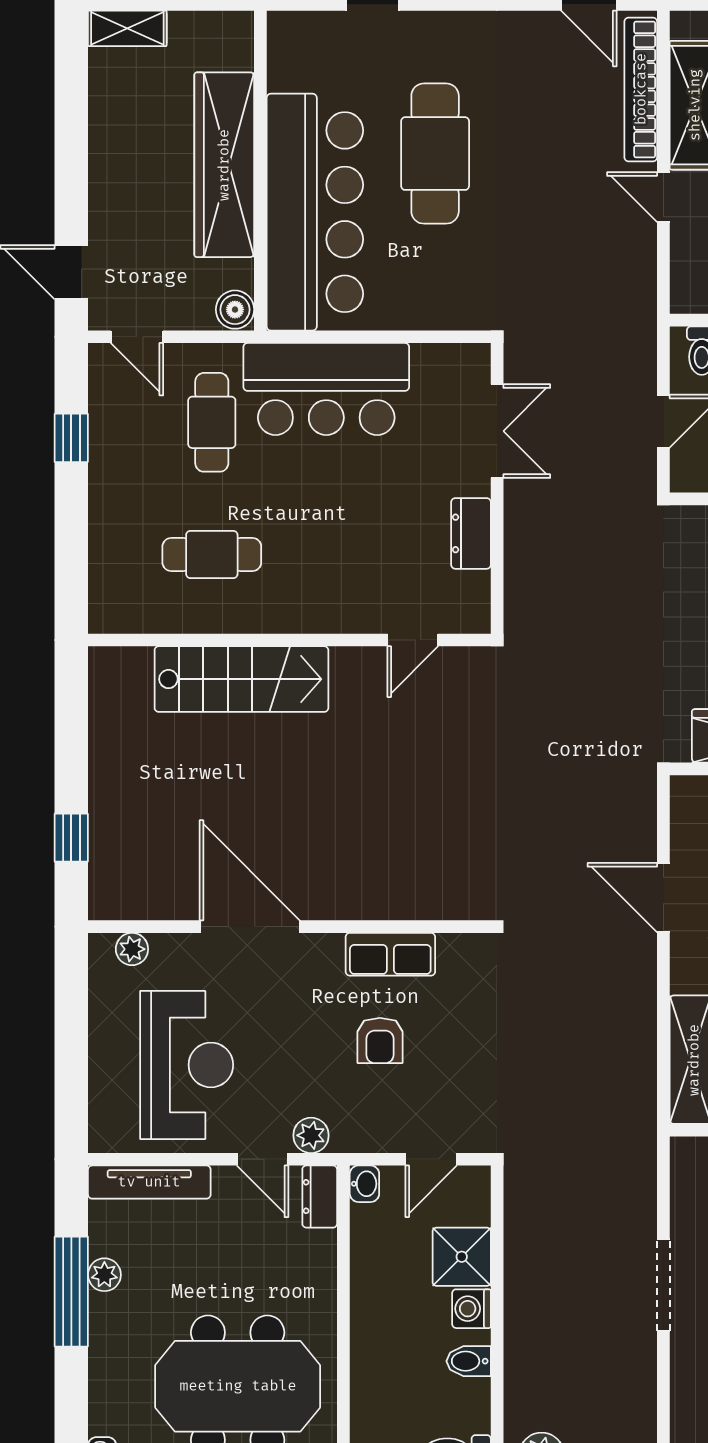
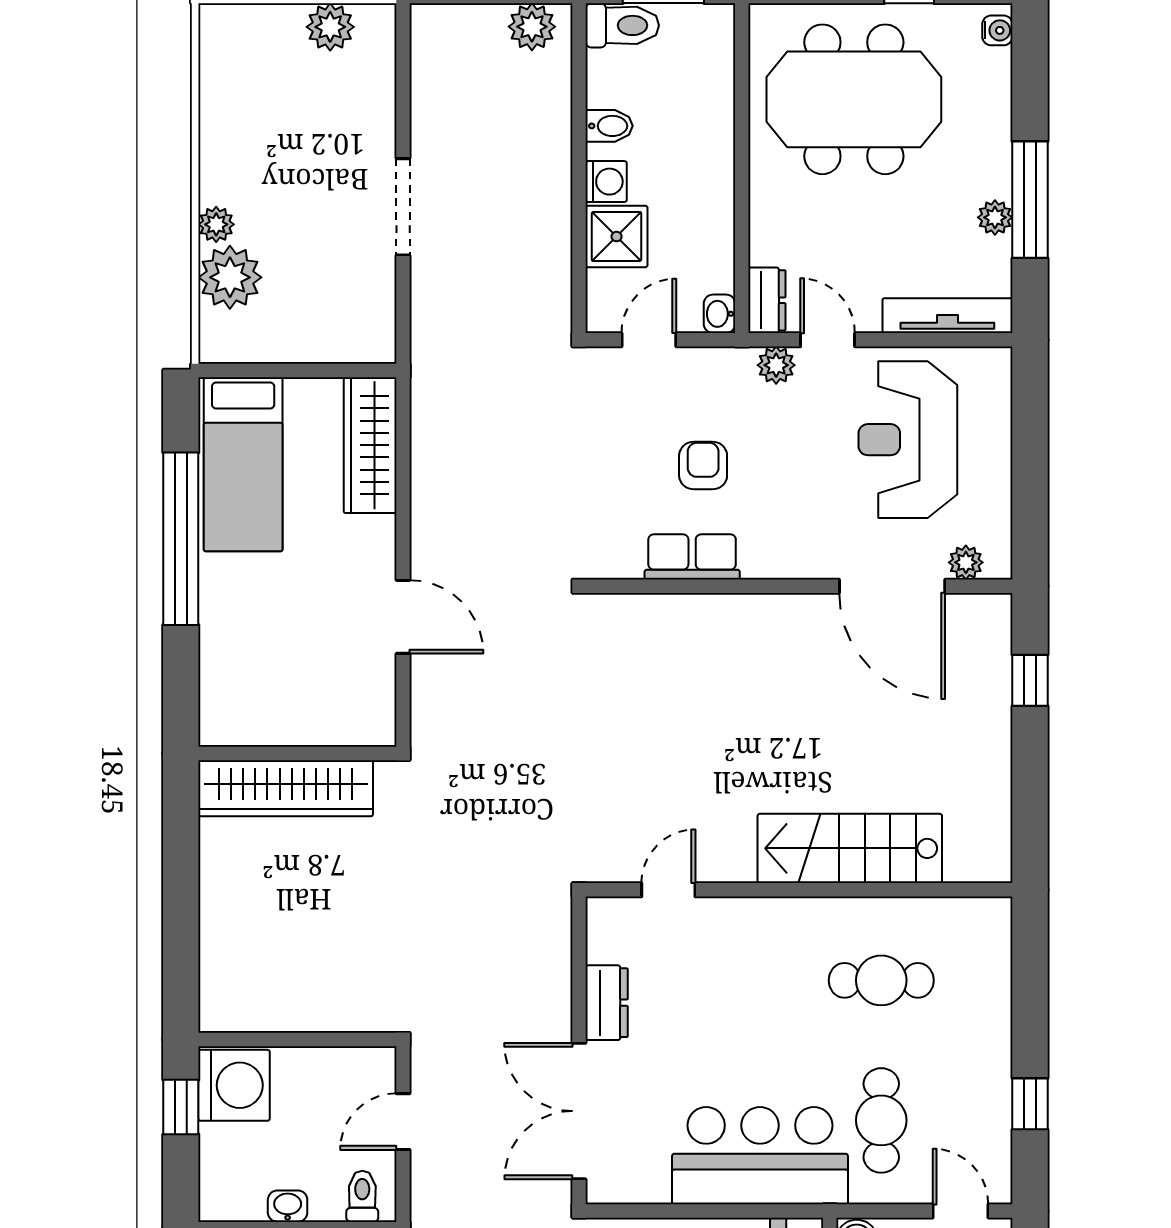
double door: (497, 431) -> (579, 1111), width x1.37
door: (250, 927) -> (892, 586), moved

